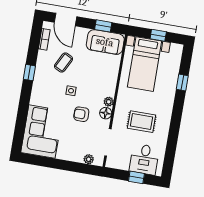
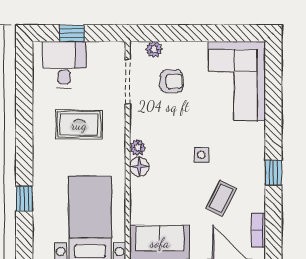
floor lamp: (106, 113) -> (139, 167), moved
armchair: (81, 114) -> (171, 81), moved

